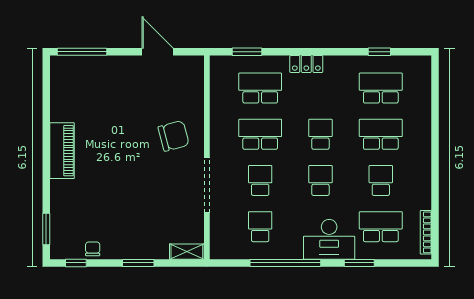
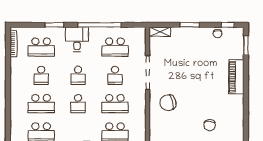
chair: (106, 99) -> (210, 125), added
piano: (62, 151) -> (236, 77), moved
school desk: (260, 227) -> (115, 47), width x1.85
desk: (329, 239) -> (77, 39), width x0.73

